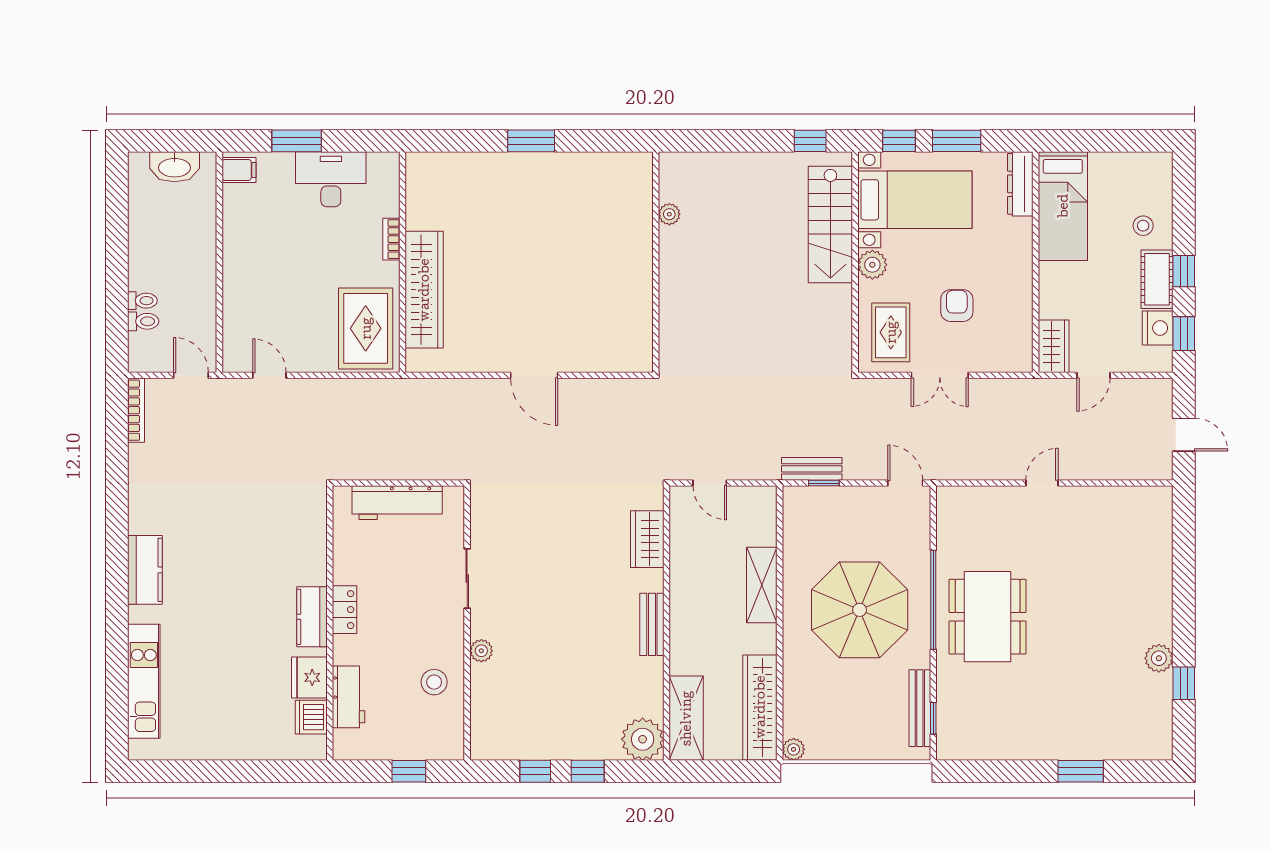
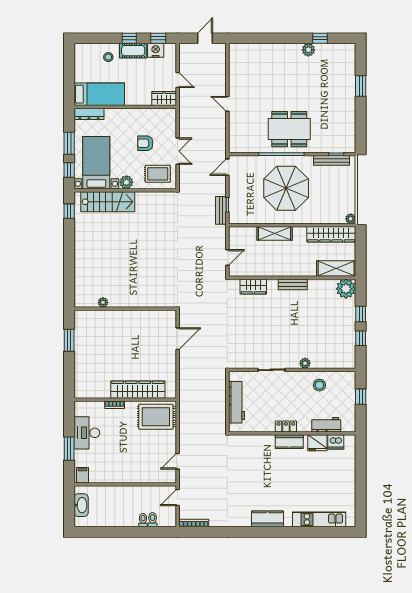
plant: (669, 214) -> (103, 302), moved
wall: (656, 262) -> (125, 309), moved

